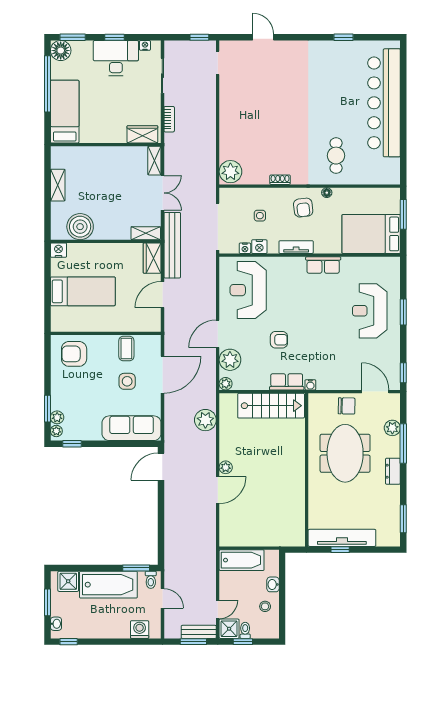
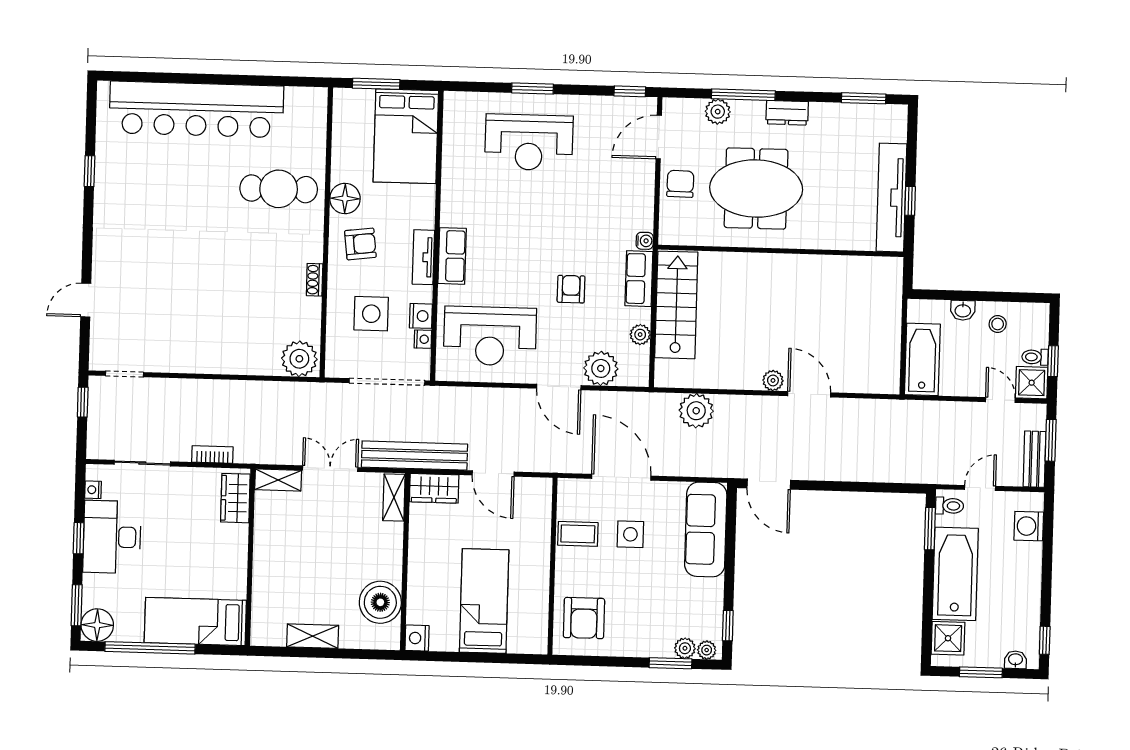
cafe table: (336, 156) -> (279, 189), width x1.37, depth x1.35
floor lamp: (327, 193) -> (345, 199), width x1.89, depth x1.89
side table: (260, 216) -> (371, 314), width x1.87, depth x1.87
row of seats: (323, 265) -> (452, 256), moved
plant: (226, 384) -> (640, 335), moved
bench: (199, 632) -> (1034, 459), moved

